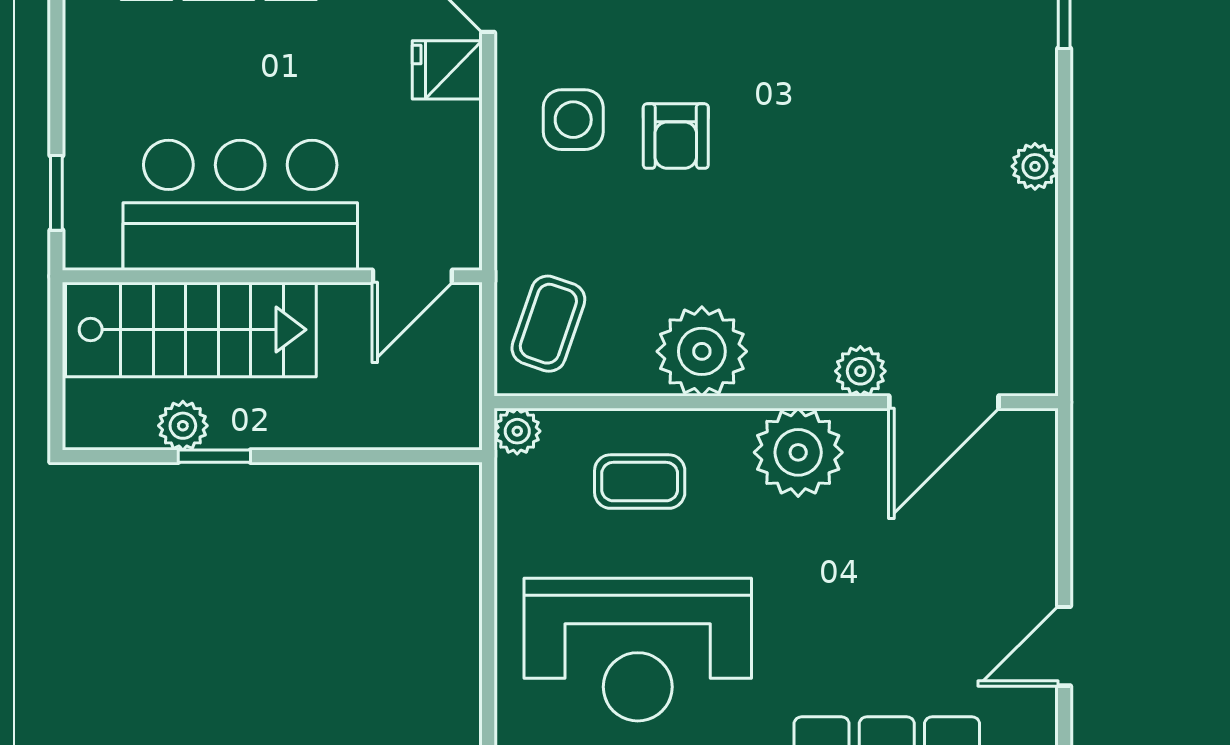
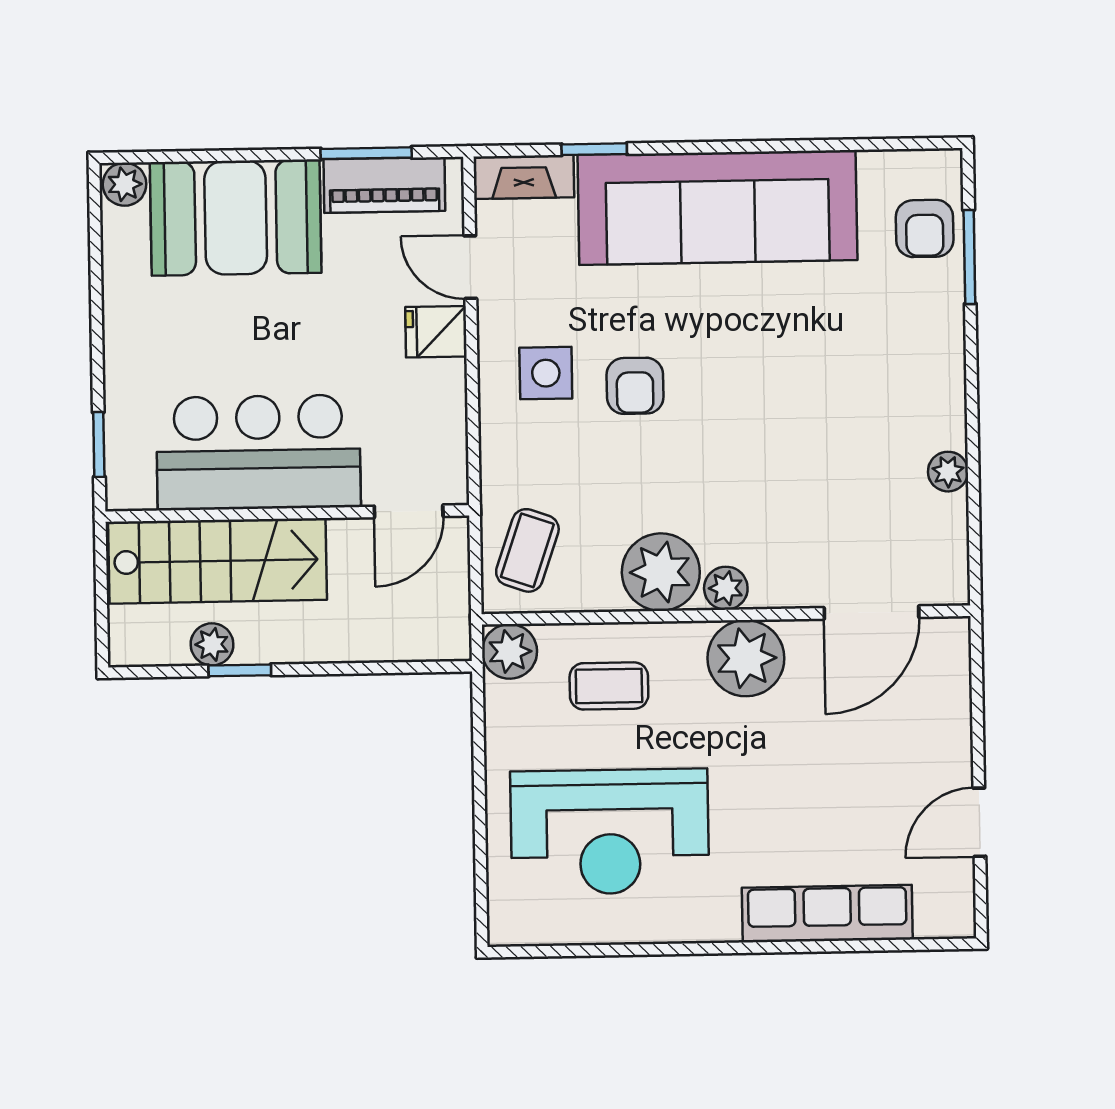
plant: (1035, 166) -> (948, 472), moved
plant: (860, 371) -> (726, 588), moved
plant: (517, 431) -> (510, 651), width x1.38, depth x1.38

